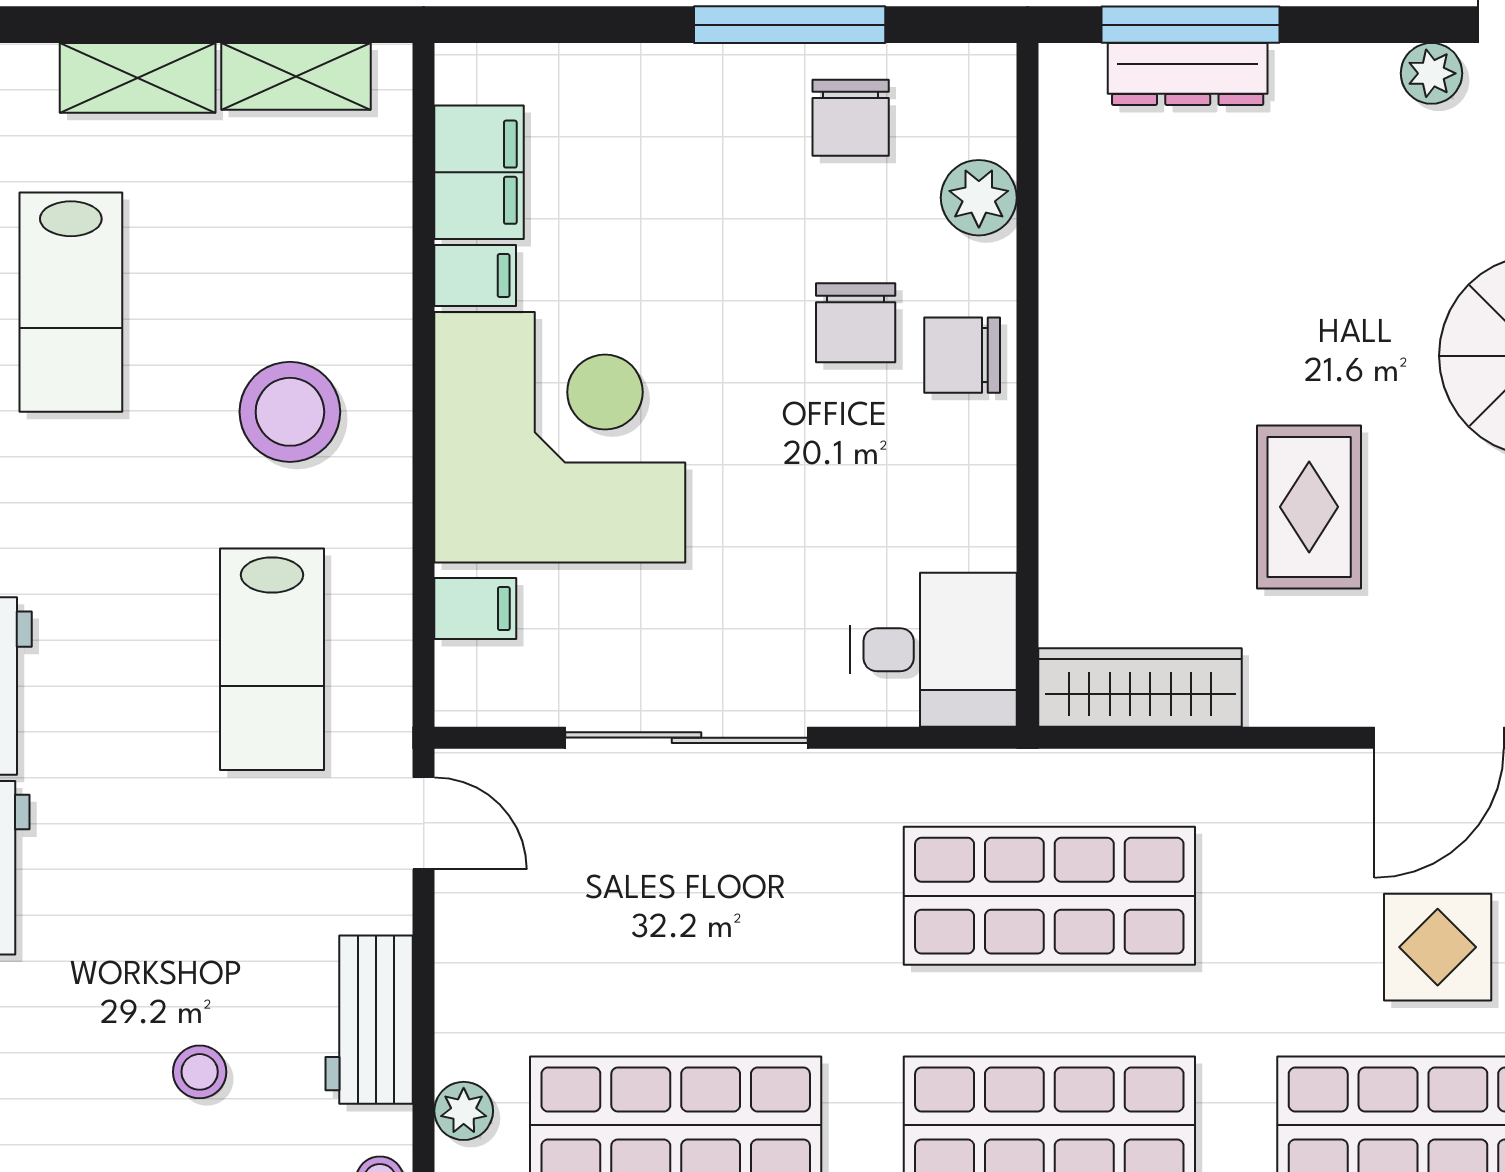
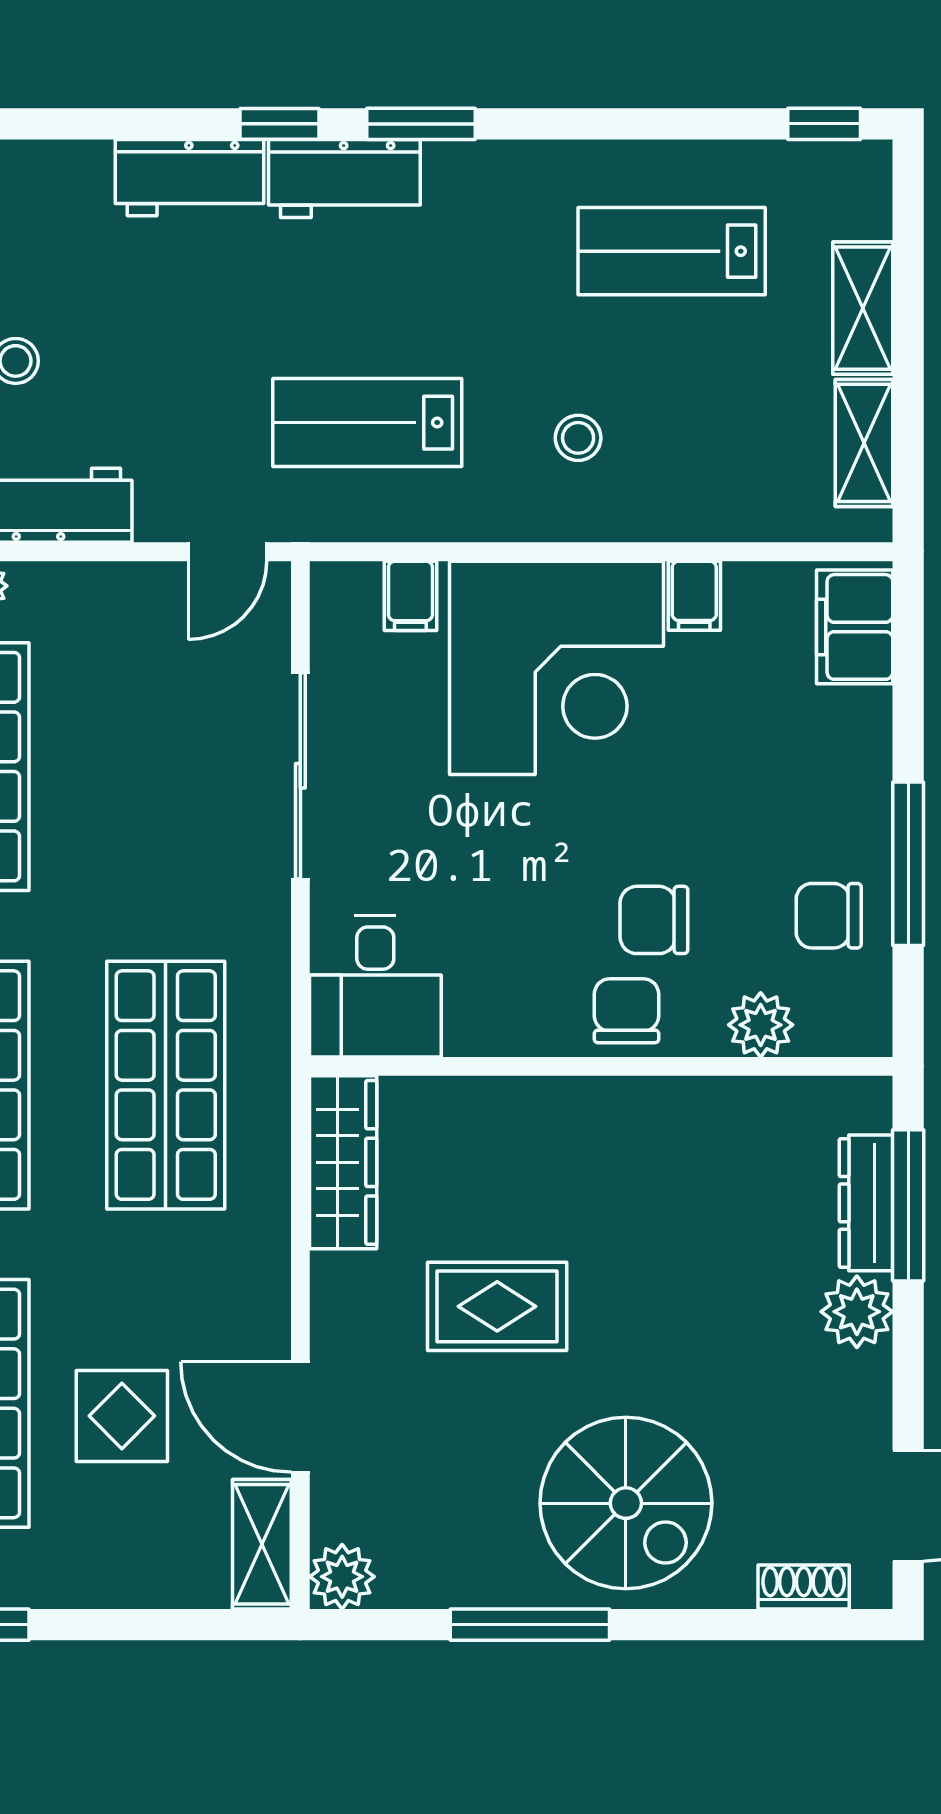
plant: (1431, 73) -> (857, 1312), moved, width x1.38, depth x1.38
filing cabinet: (479, 172) -> (855, 627), moved, turned 90
stool: (290, 412) -> (578, 438), width x0.53, depth x0.53

